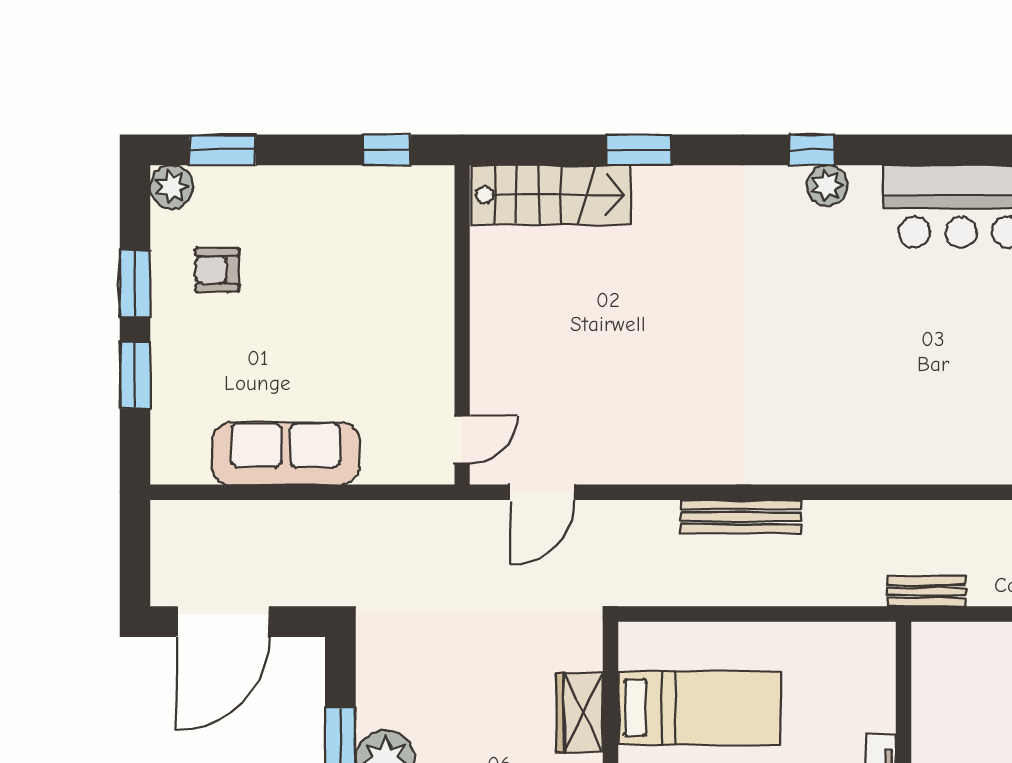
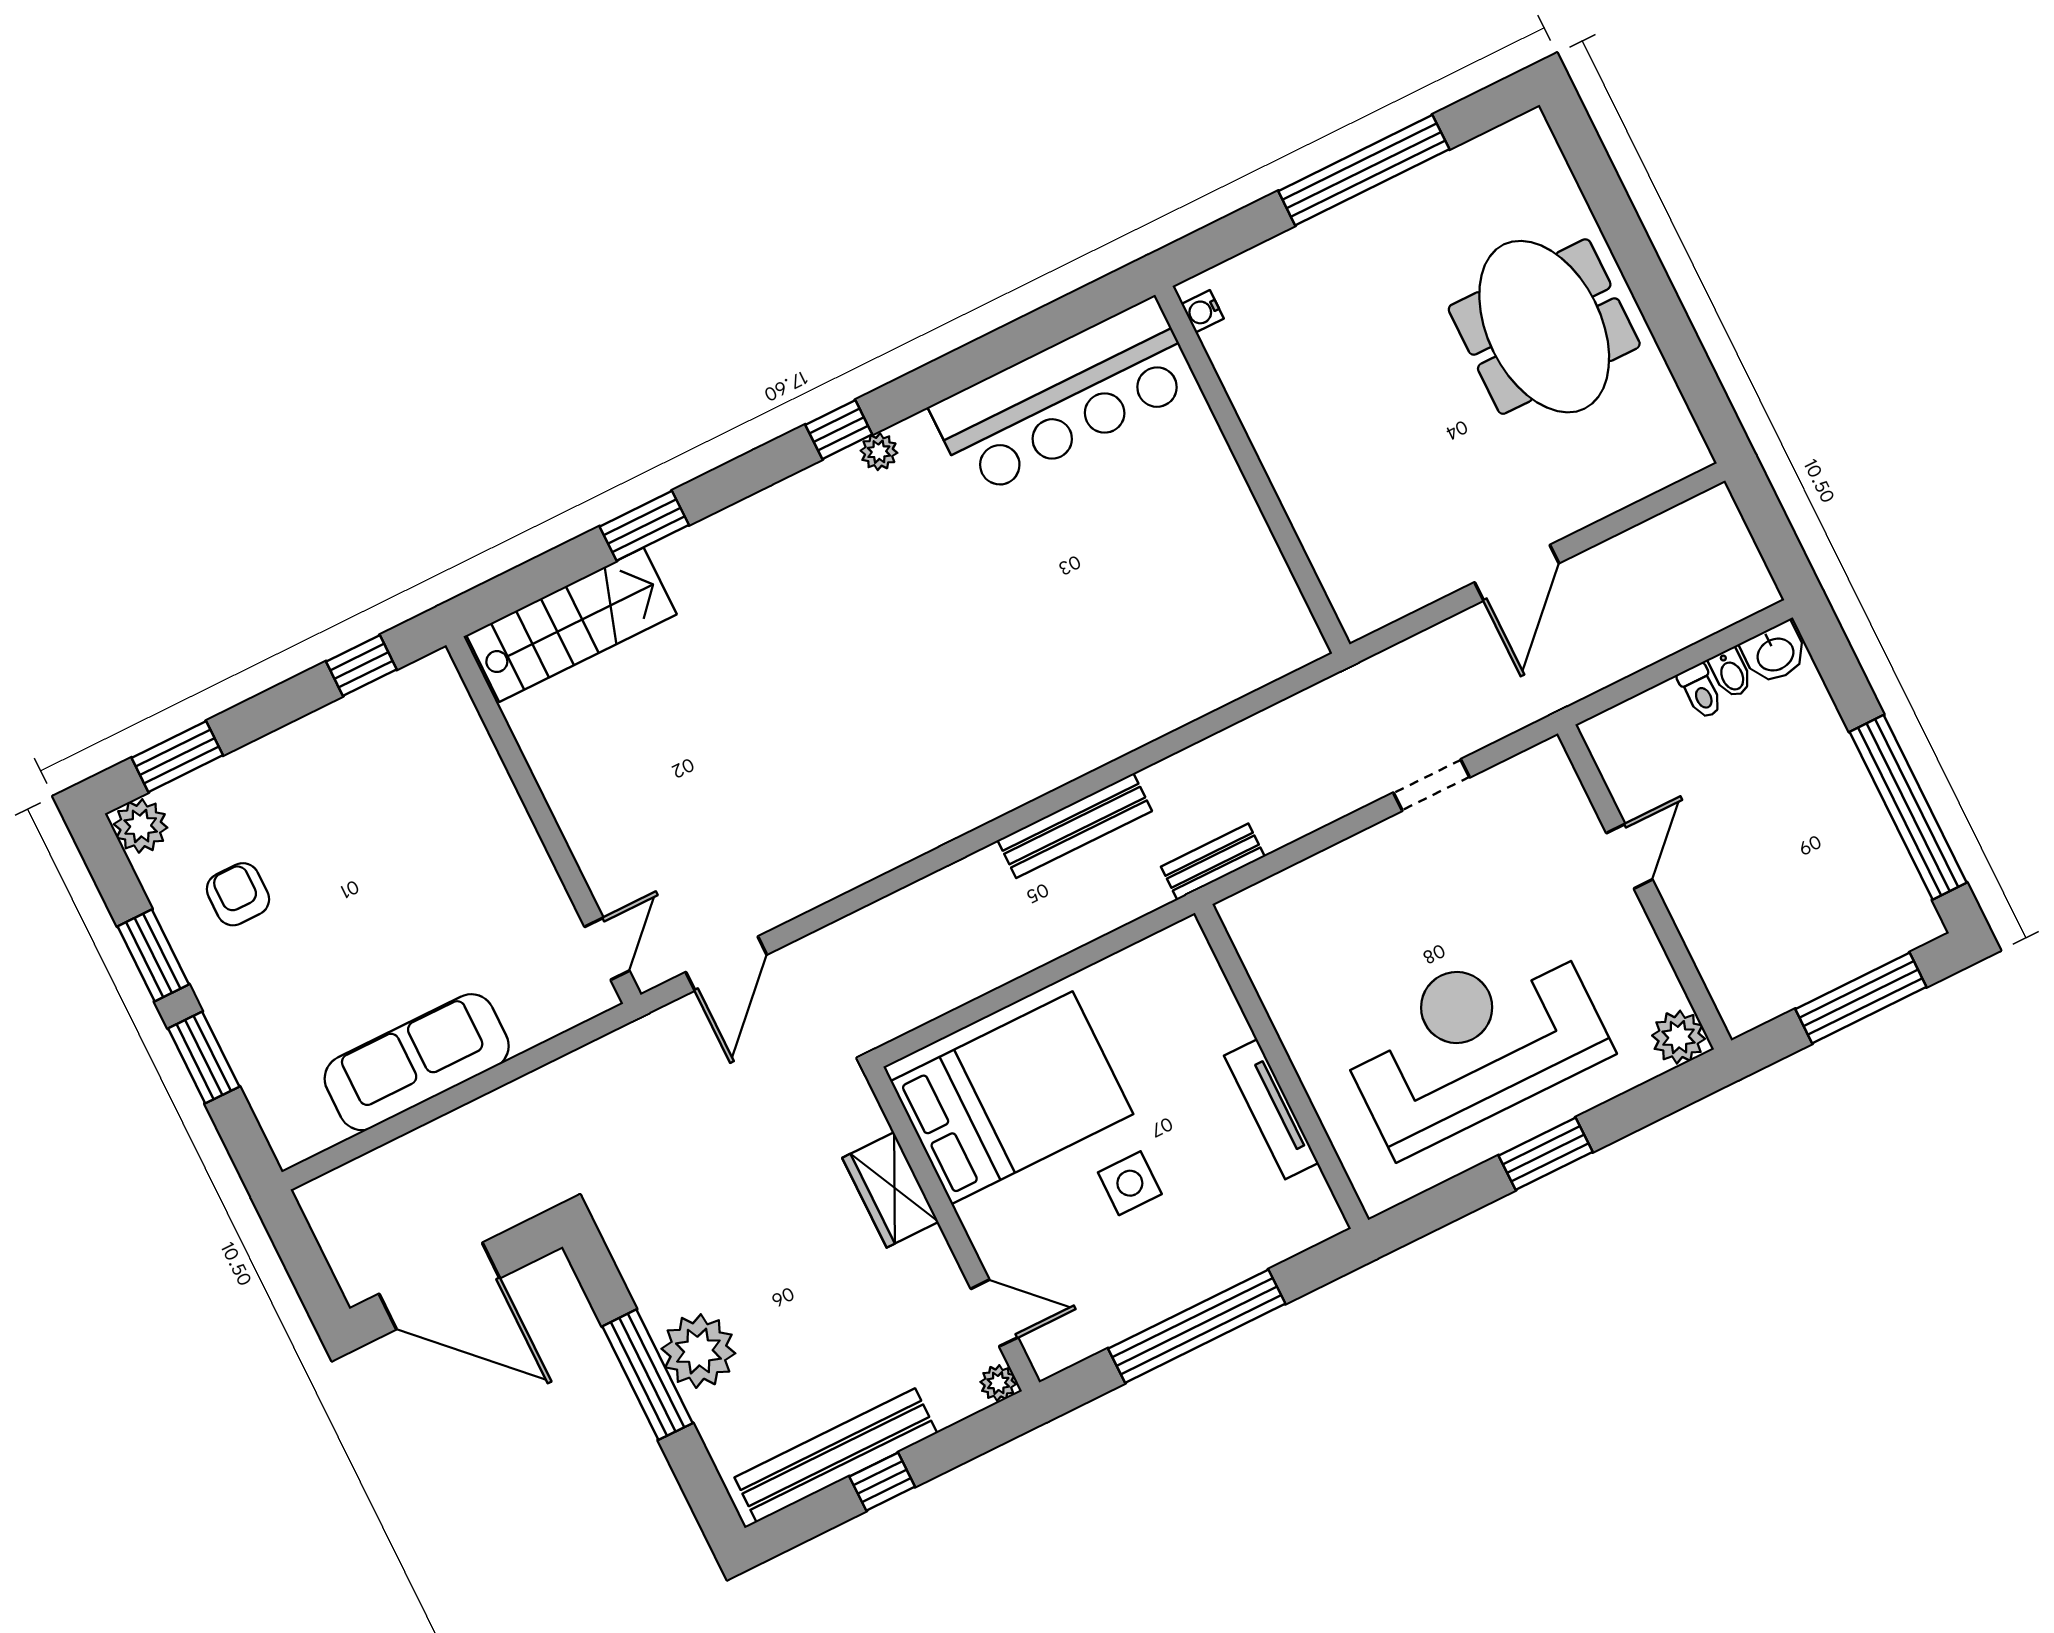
plant: (827, 186) -> (879, 452), width x0.73, depth x0.73
armchair: (217, 270) -> (238, 894), turned 90
bench: (742, 517) -> (1075, 826), moved
door: (223, 622) -> (439, 1286), hinge flipped
bed: (699, 708) -> (1012, 1098), width x1.50

